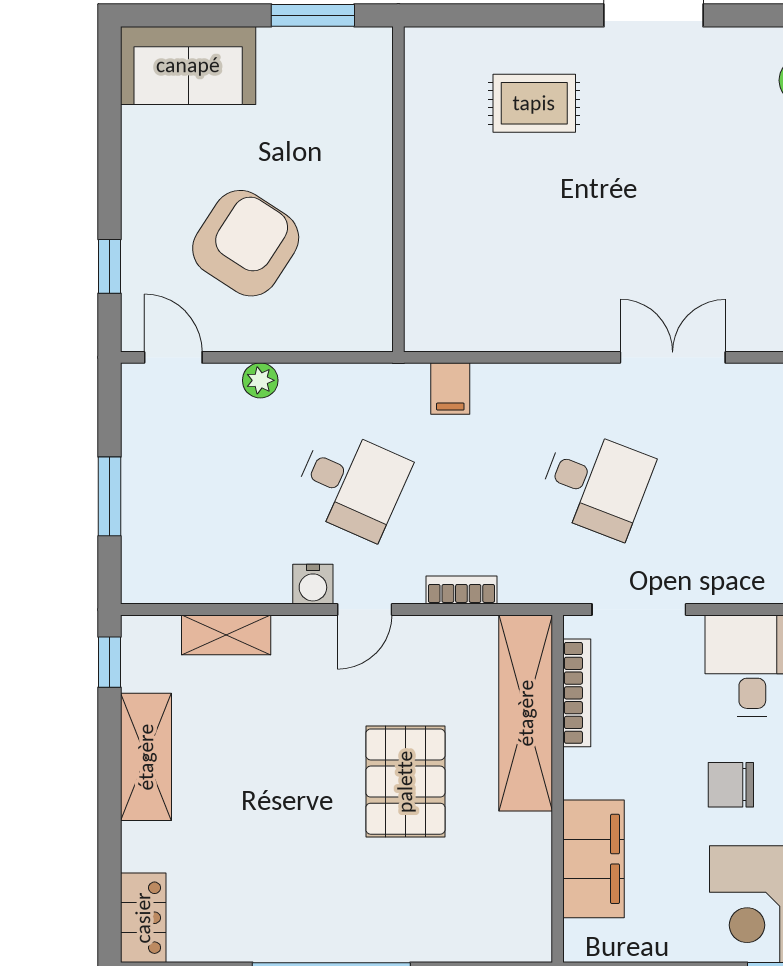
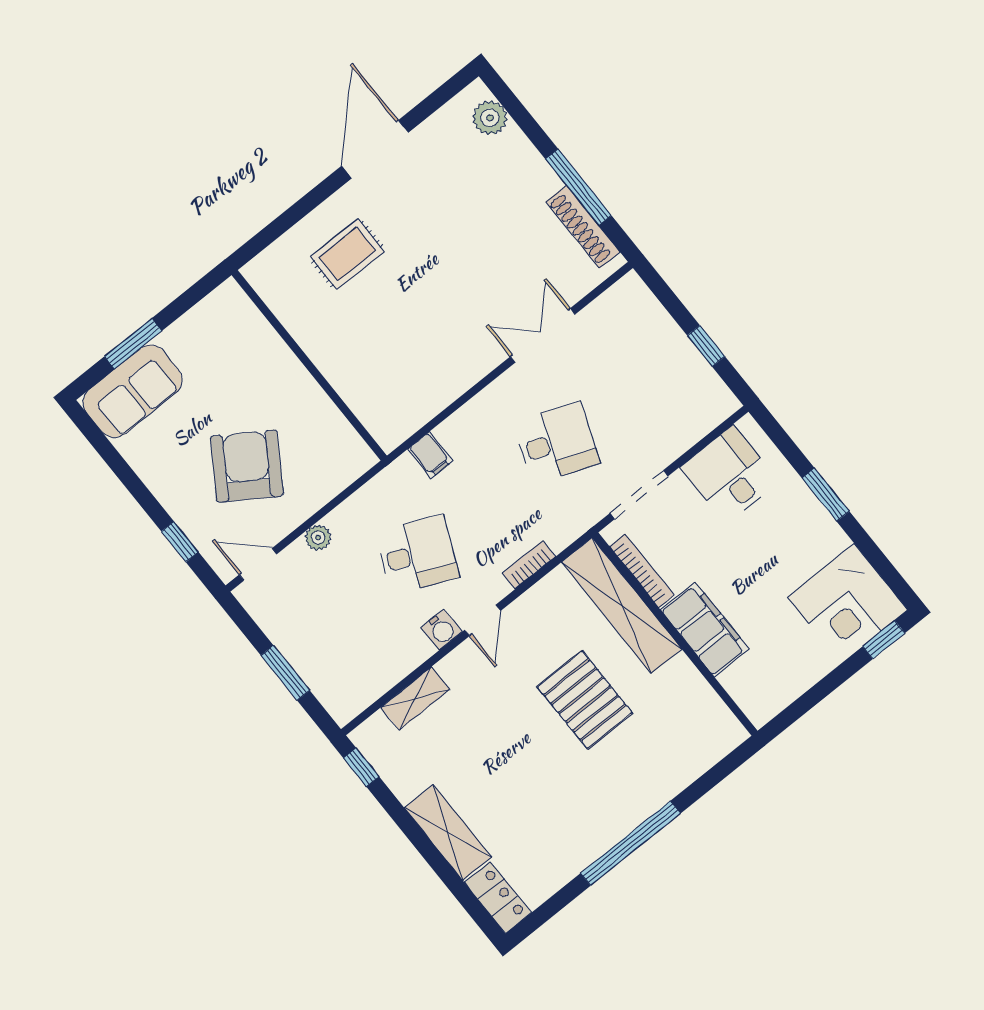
window: (313, 15) -> (133, 344), moved
shelving: (146, 757) -> (448, 832), moved
chair: (731, 785) -> (772, 552), removed
filing cabinet: (594, 859) -> (705, 629), moved

